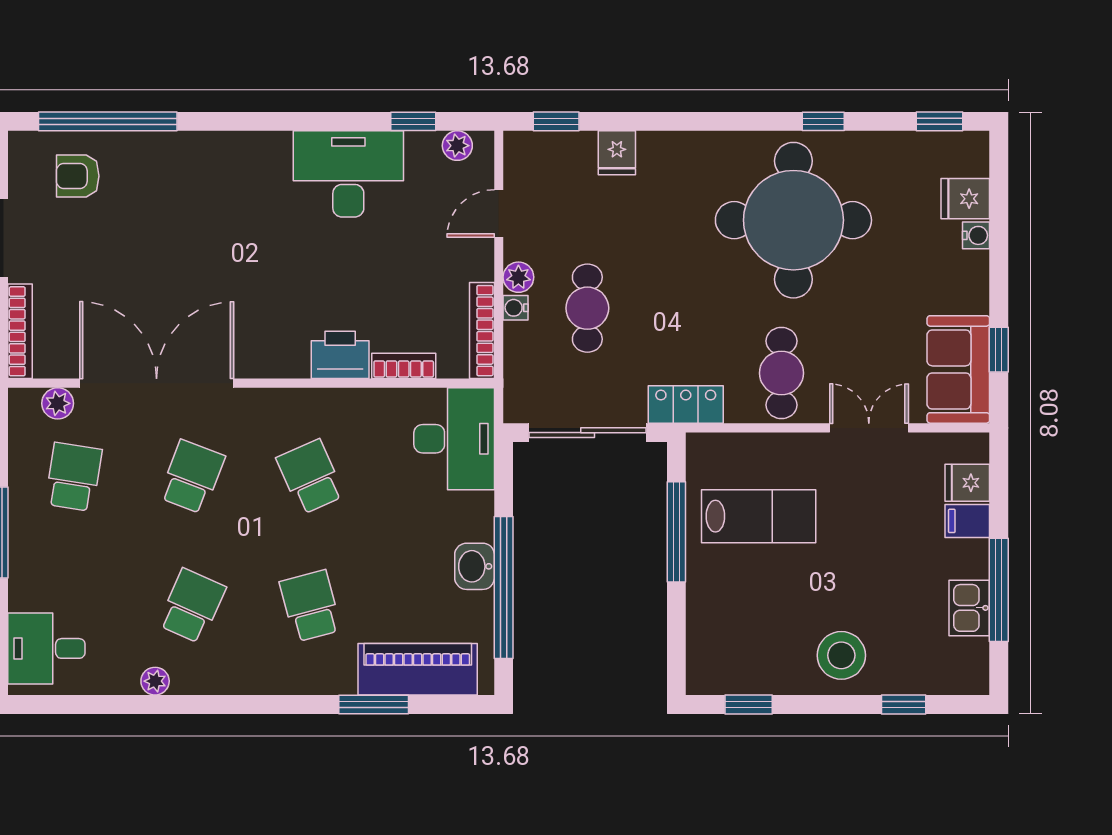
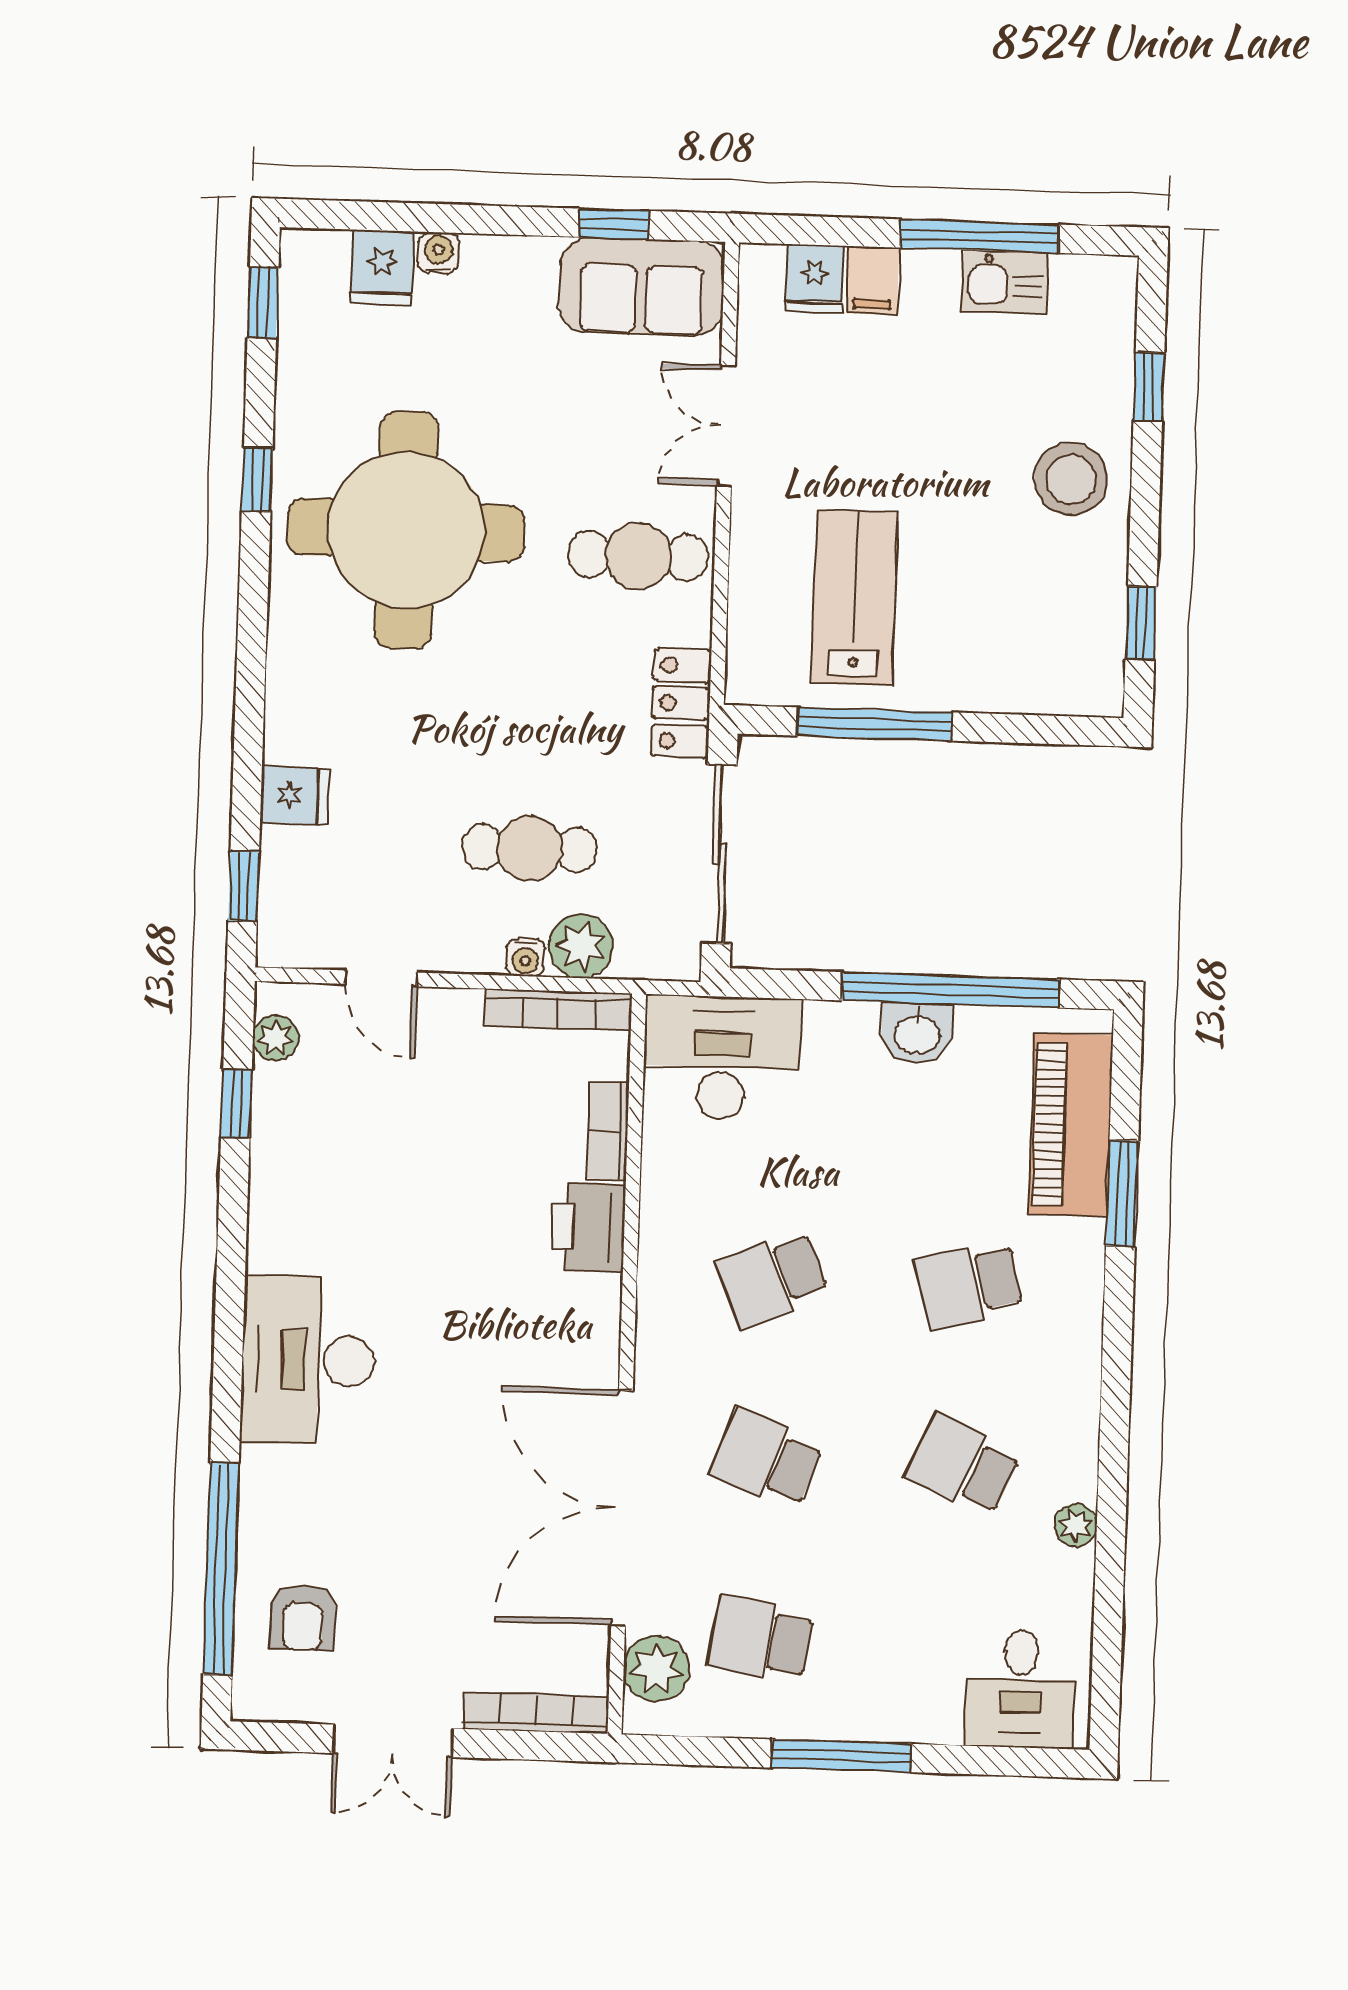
desk: (348, 174) -> (308, 1360), moved
plant: (518, 277) -> (581, 946), moved, width x1.38, depth x1.38
plant: (58, 403) -> (656, 1669), width x1.38, depth x1.38

